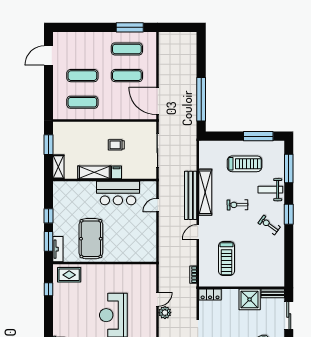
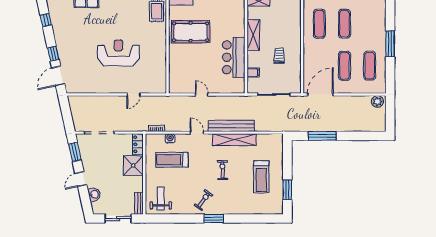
window: (130, 27) -> (390, 44), moved
window: (201, 99) -> (322, 136), width x0.68
window: (258, 136) -> (287, 190), width x0.69
window: (289, 168) -> (257, 218), removed
filing cabinet: (116, 172) -> (253, 73), moved
weight bench: (270, 190) -> (161, 198), moved
door: (157, 205) -> (202, 95), moved
water cooler: (204, 261) -> (170, 138), added
door: (157, 299) -> (134, 95), hinge flipped
shower: (250, 299) -> (133, 166), moved
plant: (165, 313) -> (377, 102), moved

